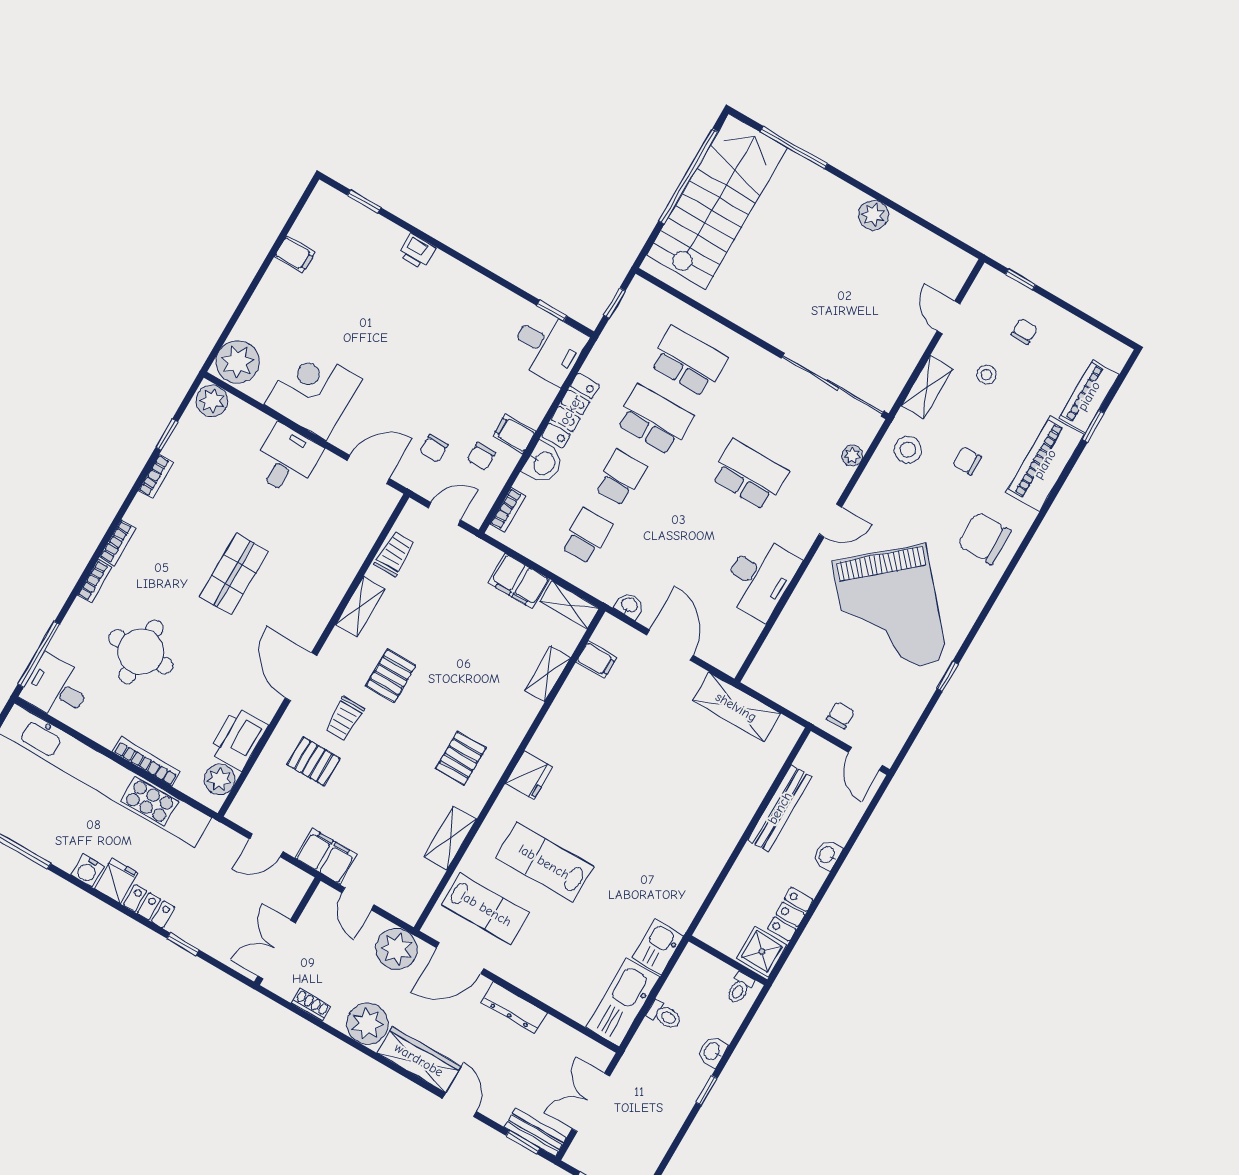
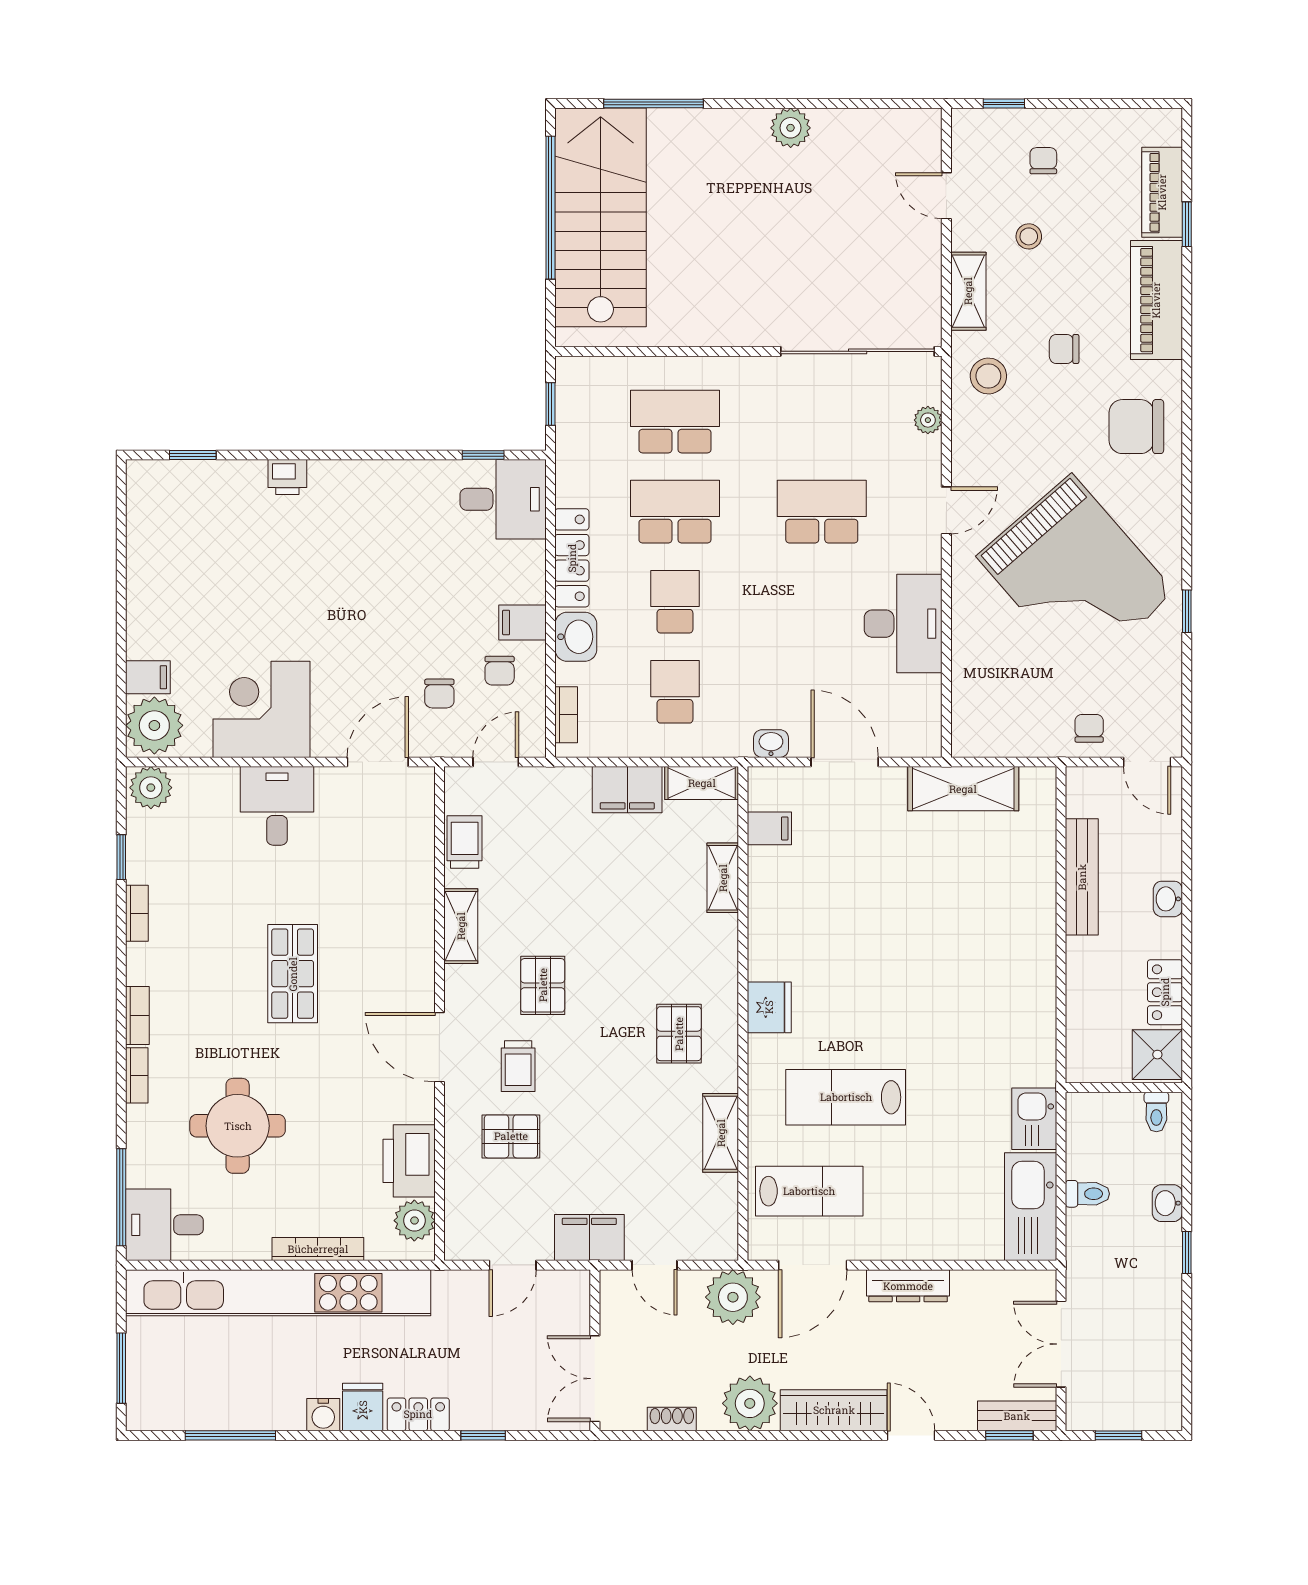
filing cabinet: (295, 254) -> (148, 677), moved

